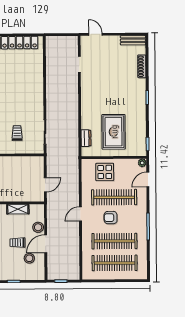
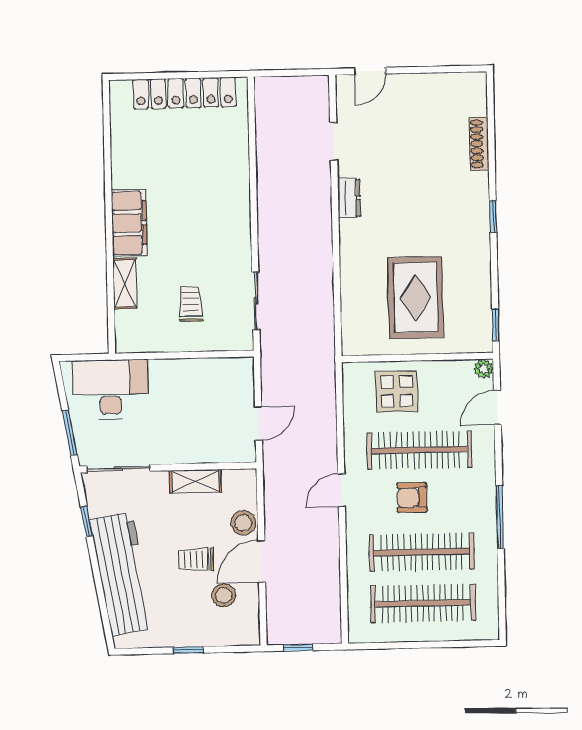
door: (95, 34) -> (370, 71), swing flipped
bench: (133, 40) -> (458, 83), removed
dresser: (86, 138) -> (349, 198), moved

